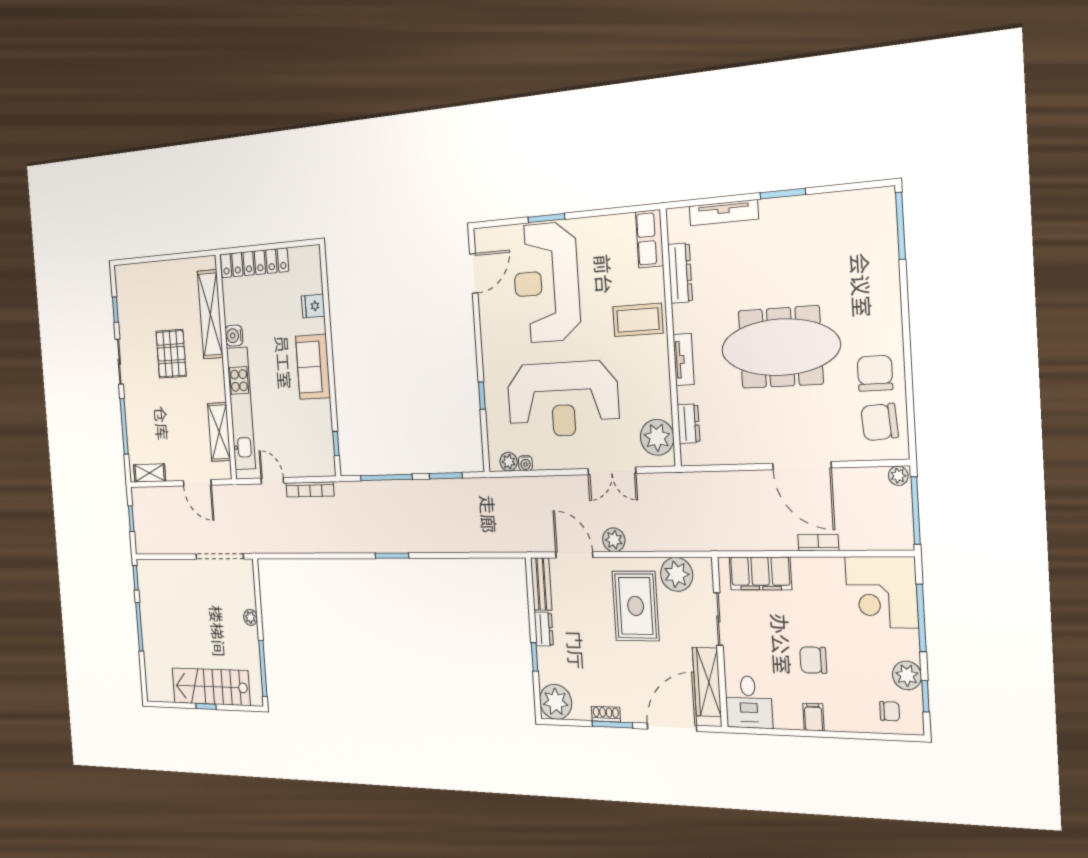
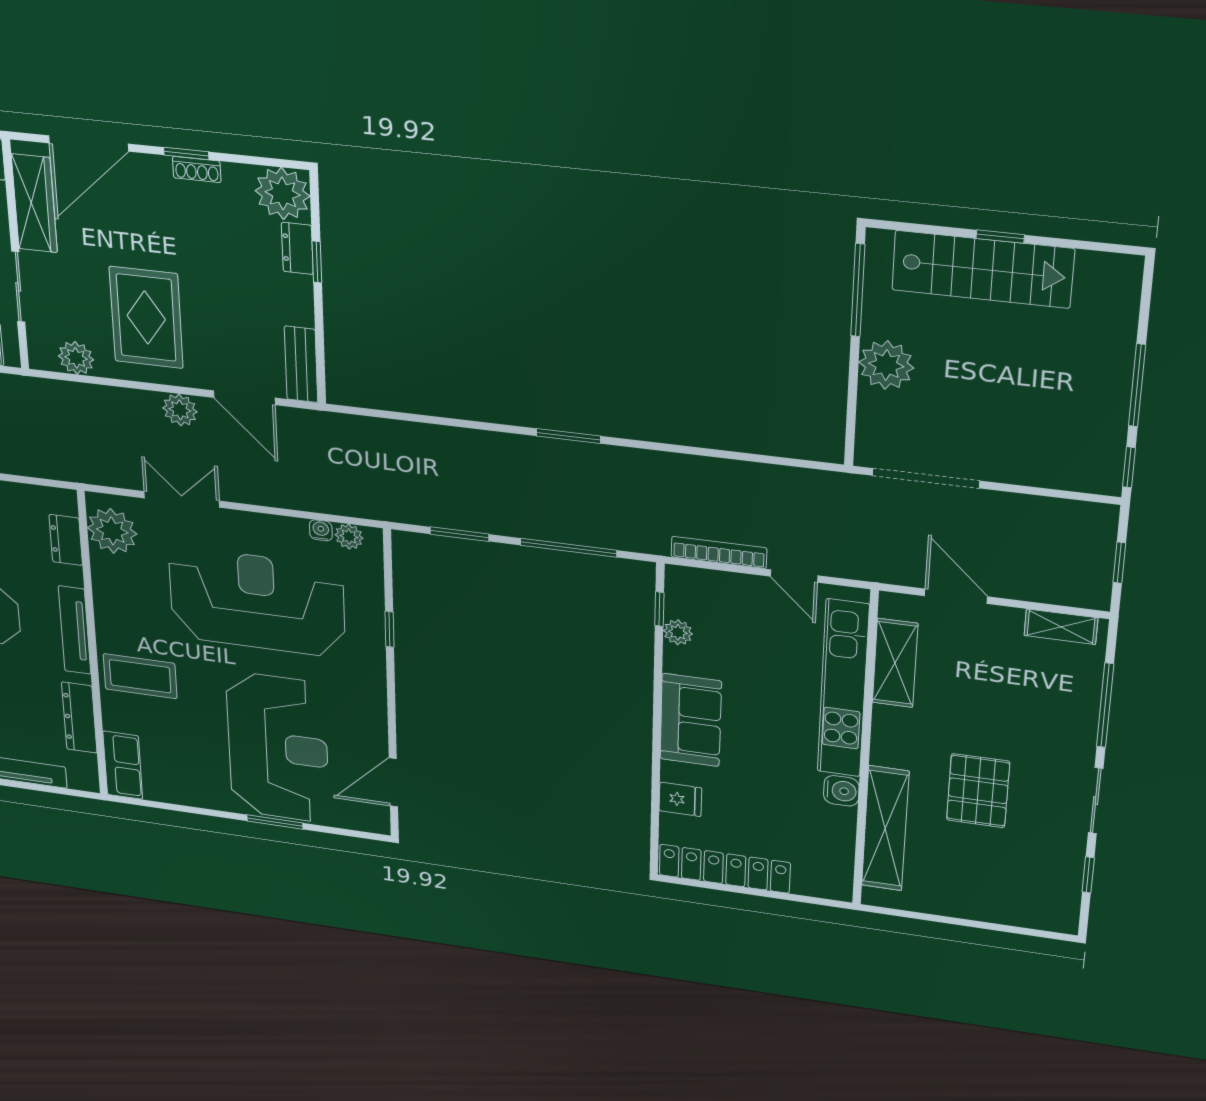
locker: (254, 263) -> (725, 869), moved
tv unit: (684, 359) -> (75, 630), width x1.41
plant: (325, 429) -> (678, 632), added
plant: (677, 574) -> (76, 358), width x0.73, depth x0.73
plant: (250, 617) -> (886, 365), width x1.88, depth x1.88
dresser: (544, 629) -> (297, 248), moved
window: (612, 725) -> (186, 153), width x0.67

